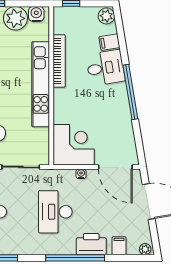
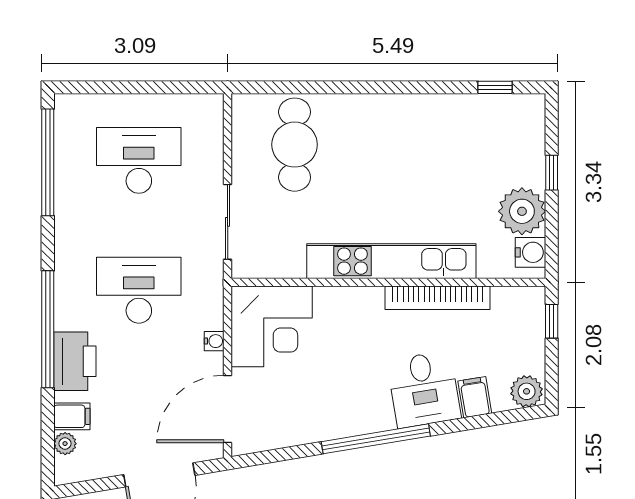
plant: (145, 249) -> (65, 444), moved

